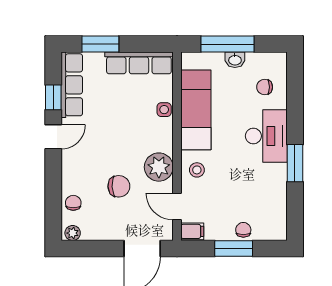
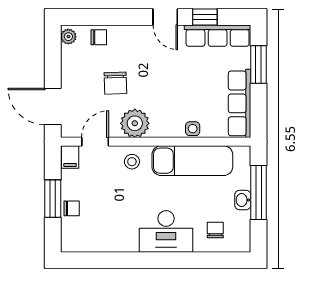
window: (295, 163) -> (139, 260), removed

